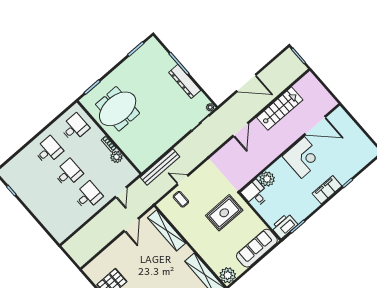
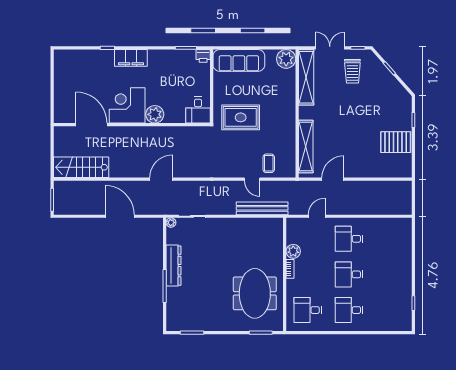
meeting table: (118, 109) -> (255, 293), turned 90
stairs: (280, 109) -> (81, 167), moved
plant: (267, 179) -> (155, 114), moved
printer: (284, 226) -> (203, 56), width x0.53, depth x0.68

